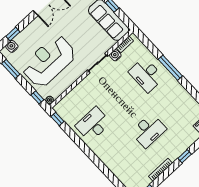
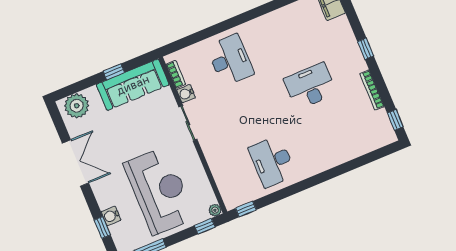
water cooler: (12, 46) -> (111, 216), moved
reception desk: (49, 61) -> (160, 191), turned 180
window: (170, 68) -> (233, 22), removed
desk: (146, 75) -> (230, 60), turned -90
desk: (149, 131) -> (310, 86), turned -90

